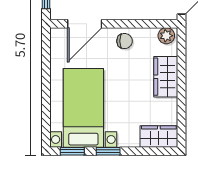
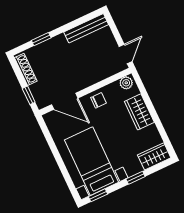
door: (85, 24) -> (65, 101), hinge flipped
window: (108, 151) -> (136, 178), moved

